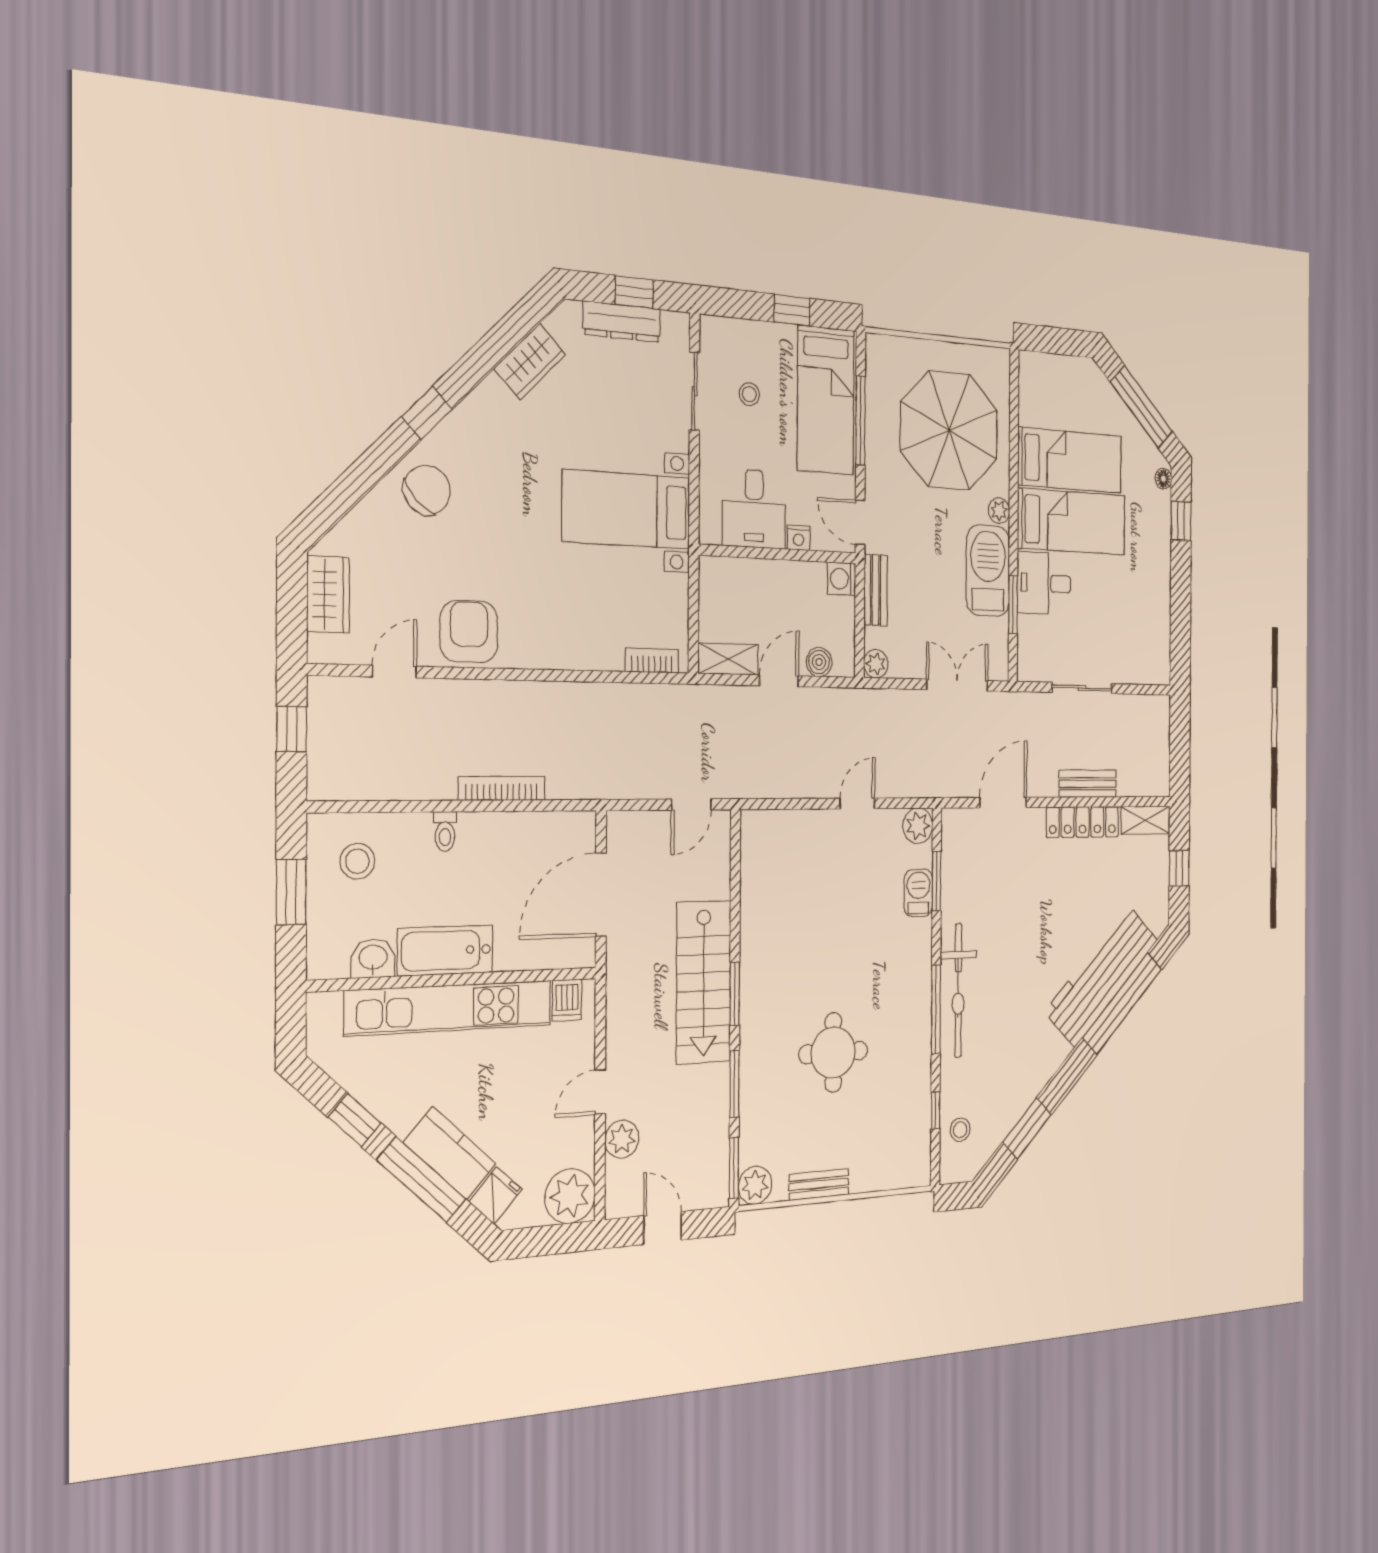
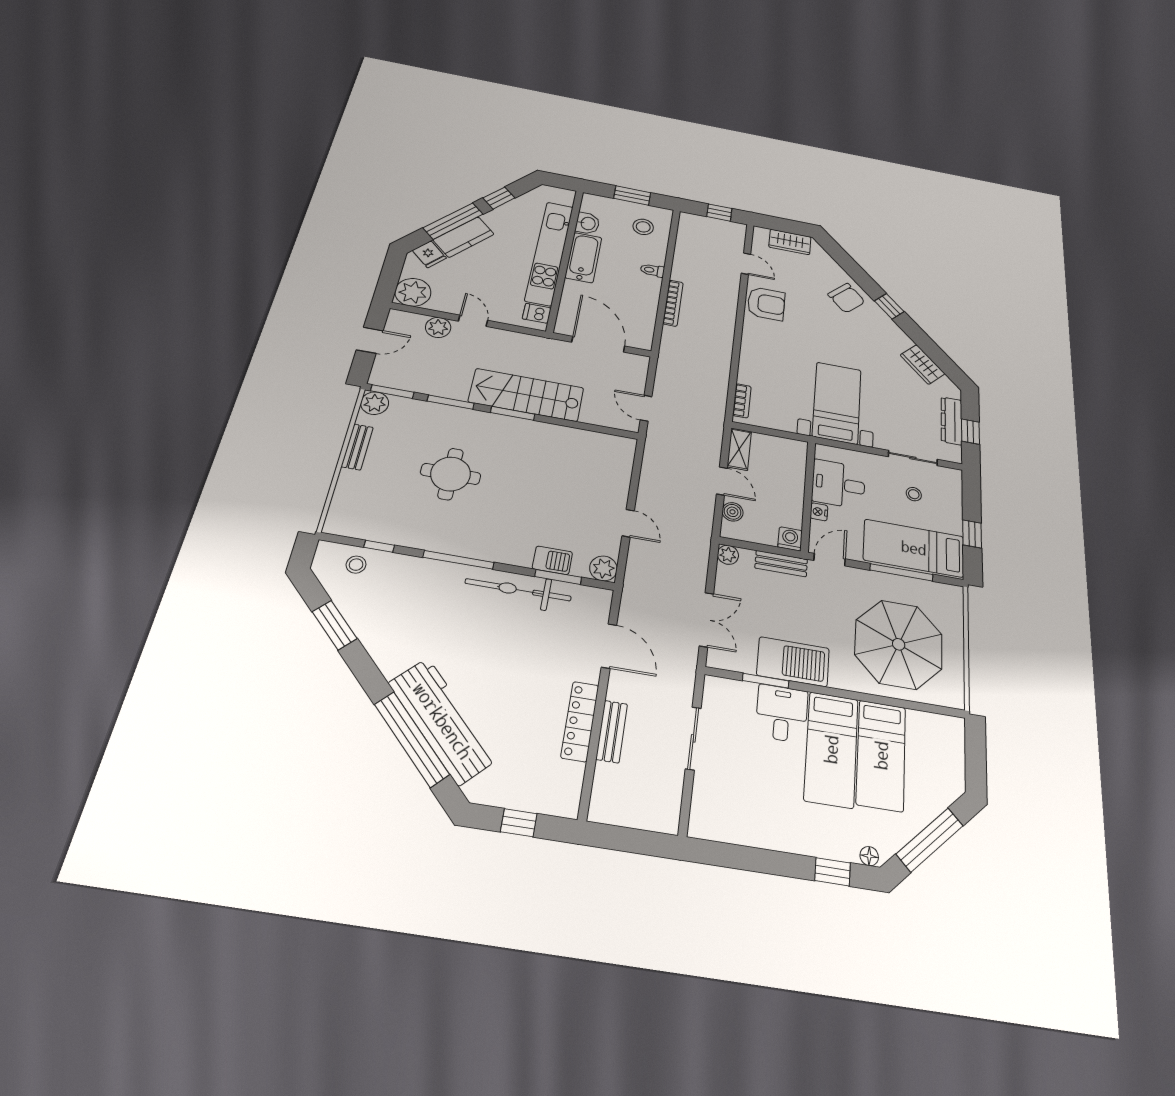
plant: (999, 511) -> (839, 679), removed
shelving: (1146, 820) -> (570, 790), removed
bicycle: (958, 991) -> (518, 590), moved

